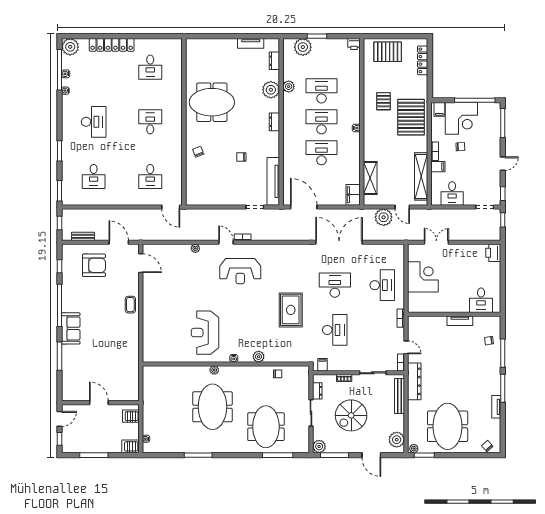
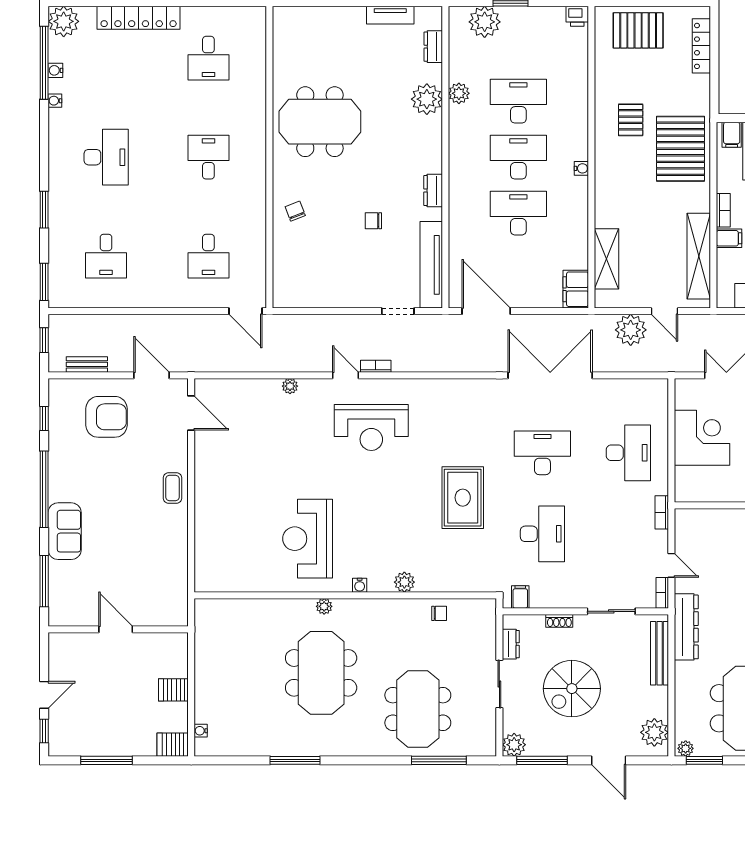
dresser: (274, 122) -> (433, 190), moved
door: (99, 403) -> (116, 629), moved
wall: (100, 403) -> (118, 629), moved

